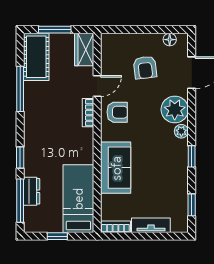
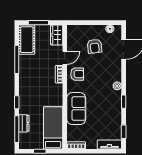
plant: (175, 109) -> (113, 72), removed
tv unit: (151, 225) -> (109, 144), moved

